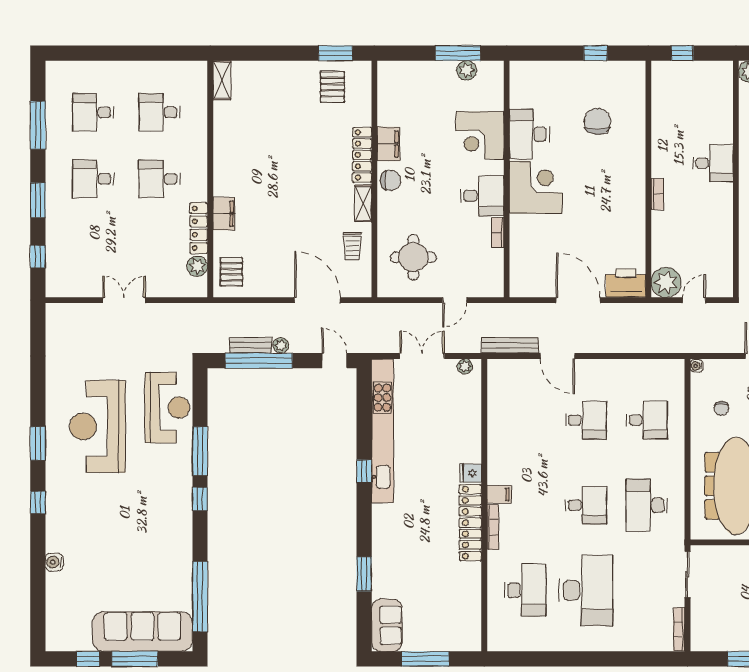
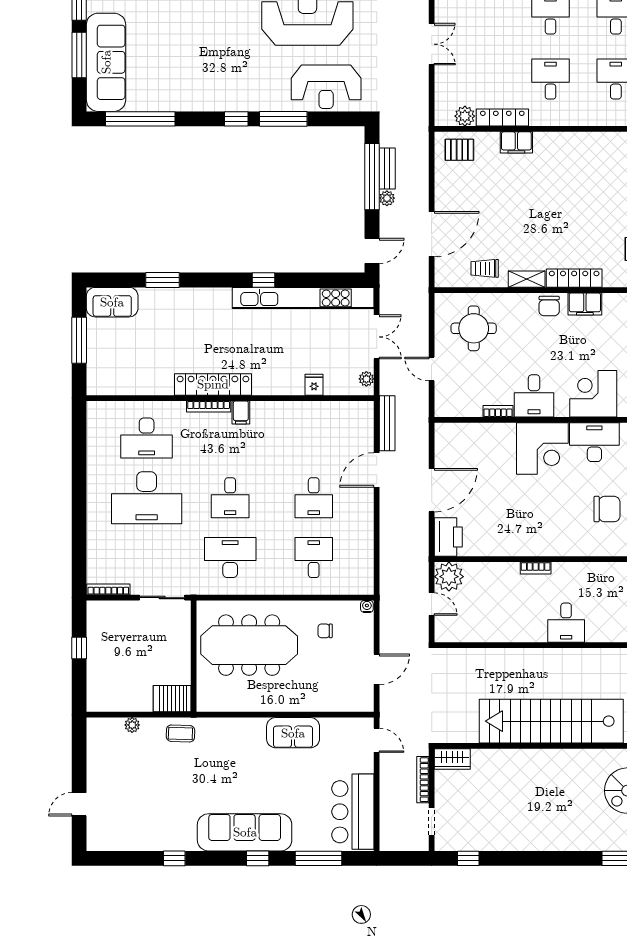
desk: (647, 420) -> (314, 558), turned 180
fridge: (471, 473) -> (314, 385), moved

